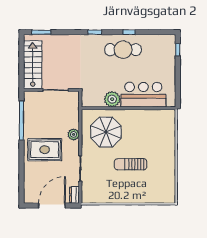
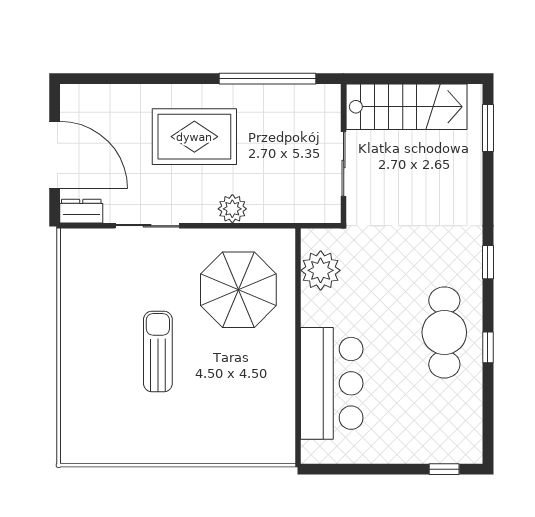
plant: (112, 99) -> (321, 270), moved
rug: (45, 150) -> (194, 137), turned 90

